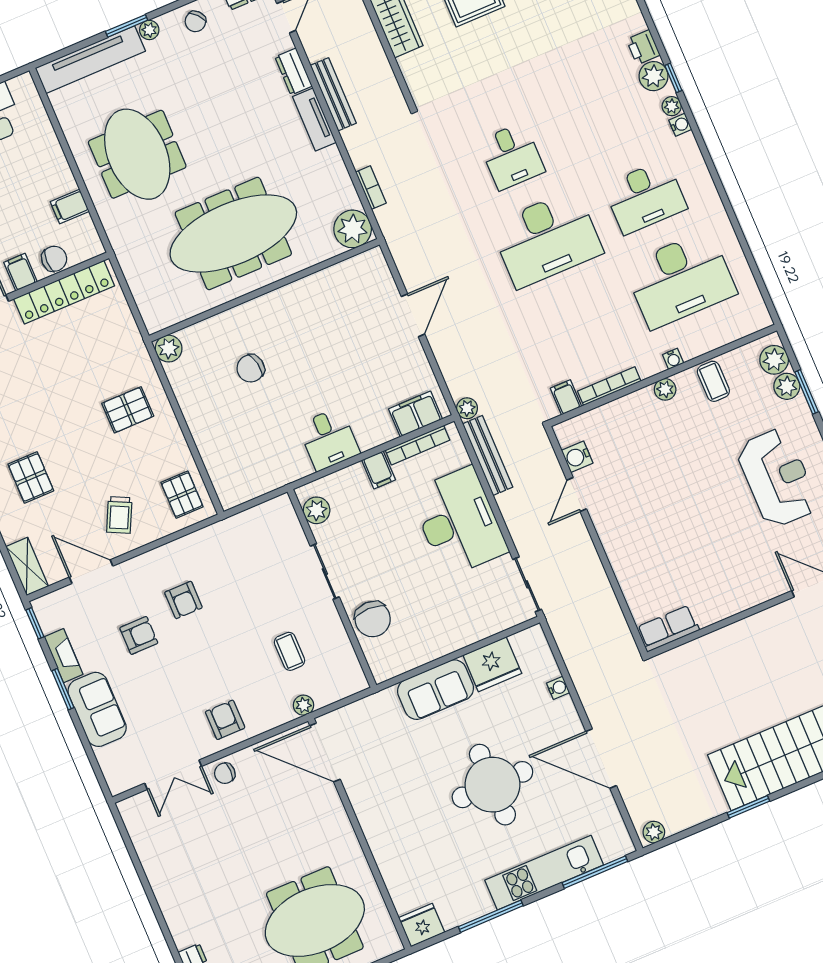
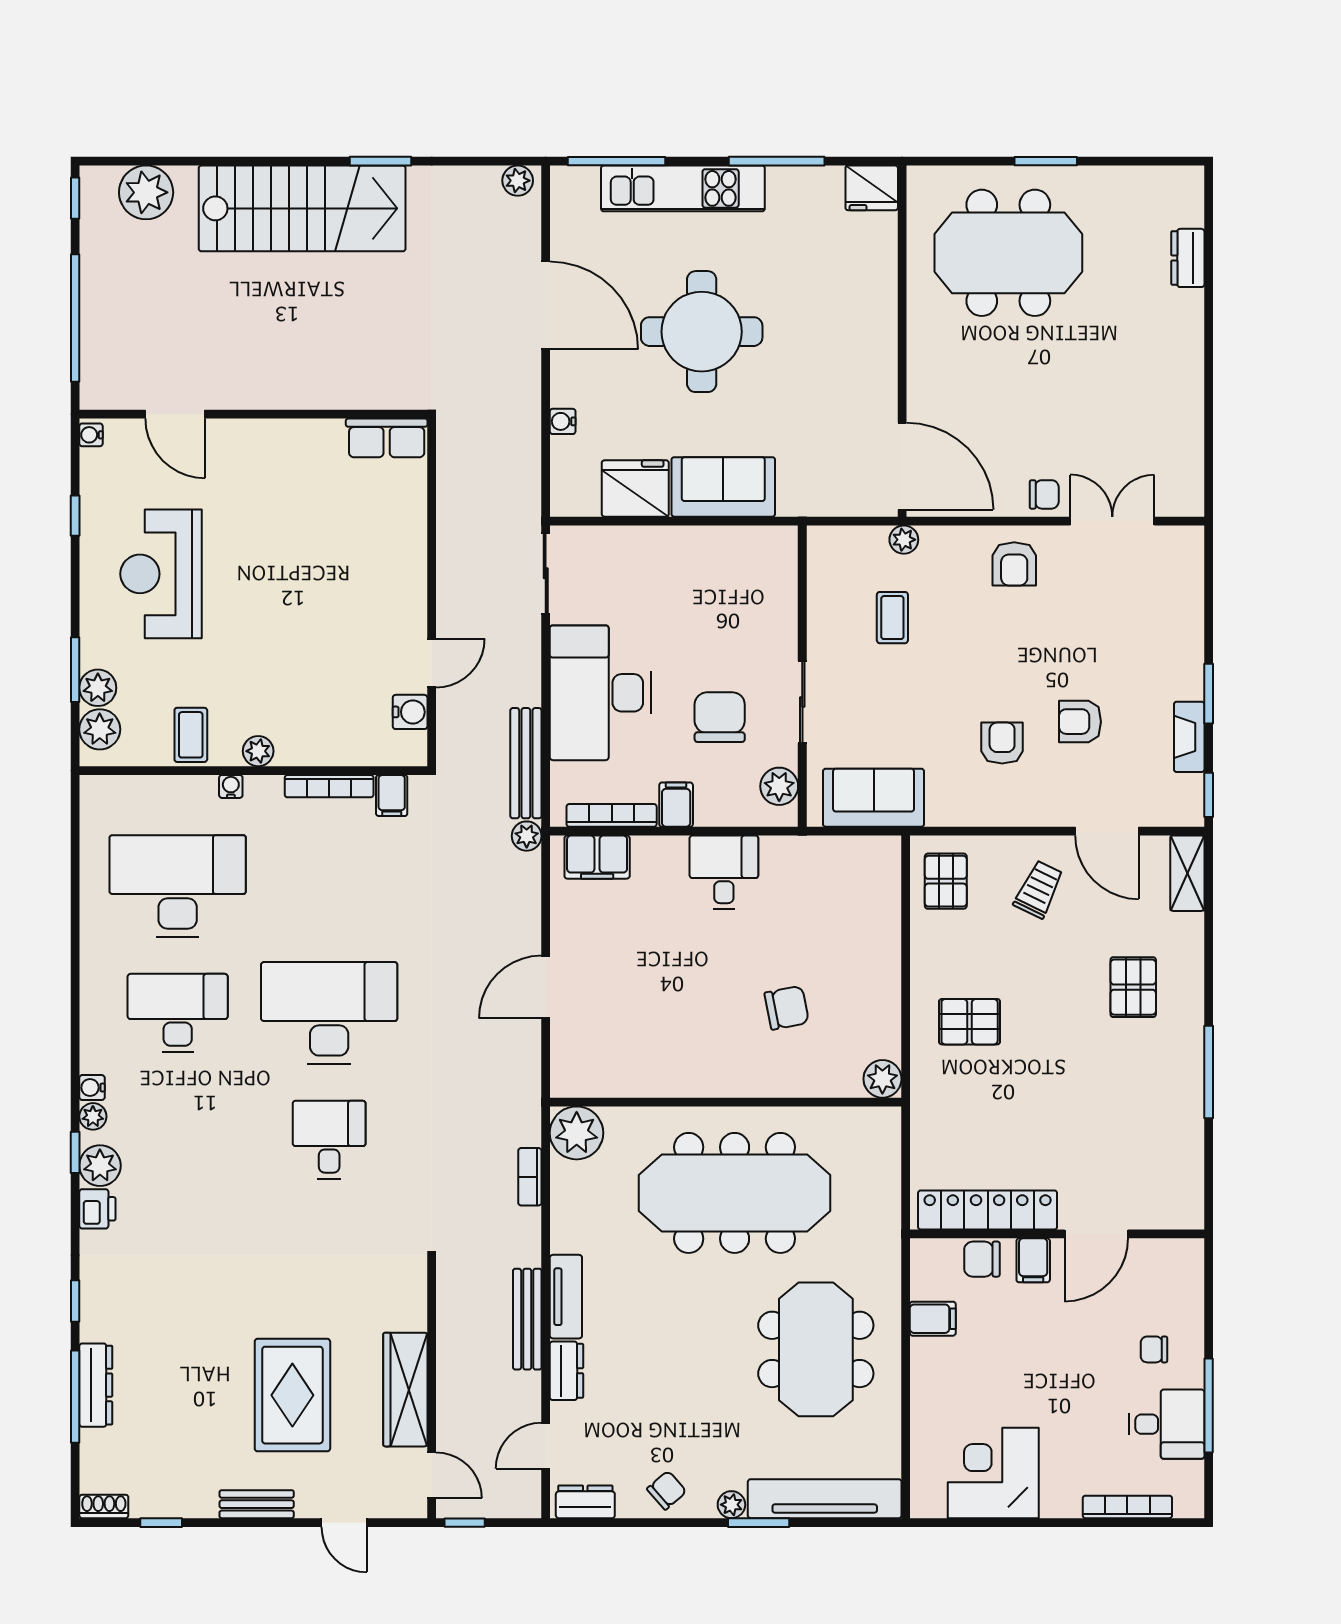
chair: (373, 619) -> (720, 717), moved
sofa: (97, 709) -> (874, 798), moved, turned 90

